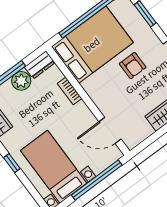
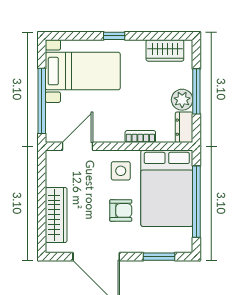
armchair: (133, 66) -> (121, 210), turned 180
side table: (104, 87) -> (121, 171), added

